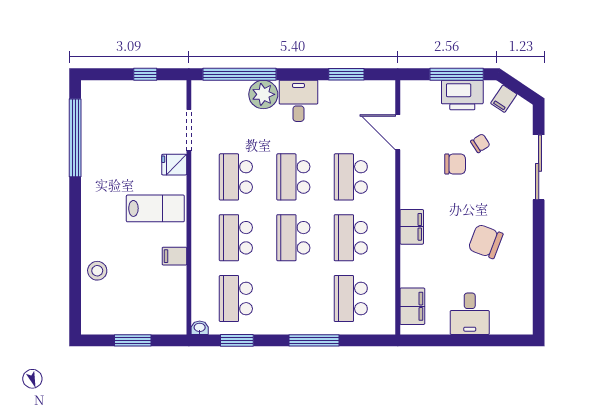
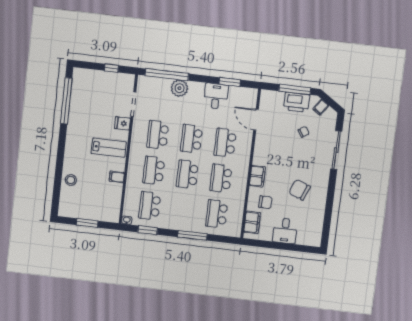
desk: (298, 101) -> (216, 96), moved
chair: (455, 164) -> (265, 202), moved

